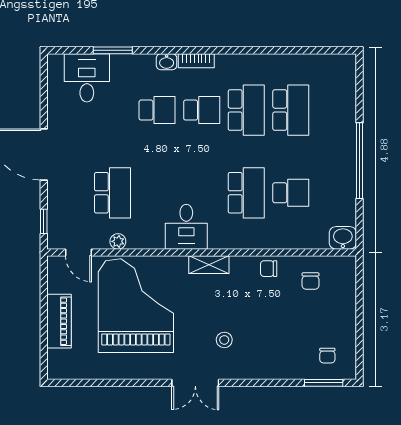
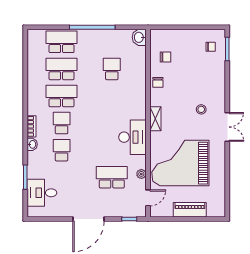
school desk: (246, 193) -> (62, 42), moved
desk: (186, 227) -> (132, 137), width x1.37

